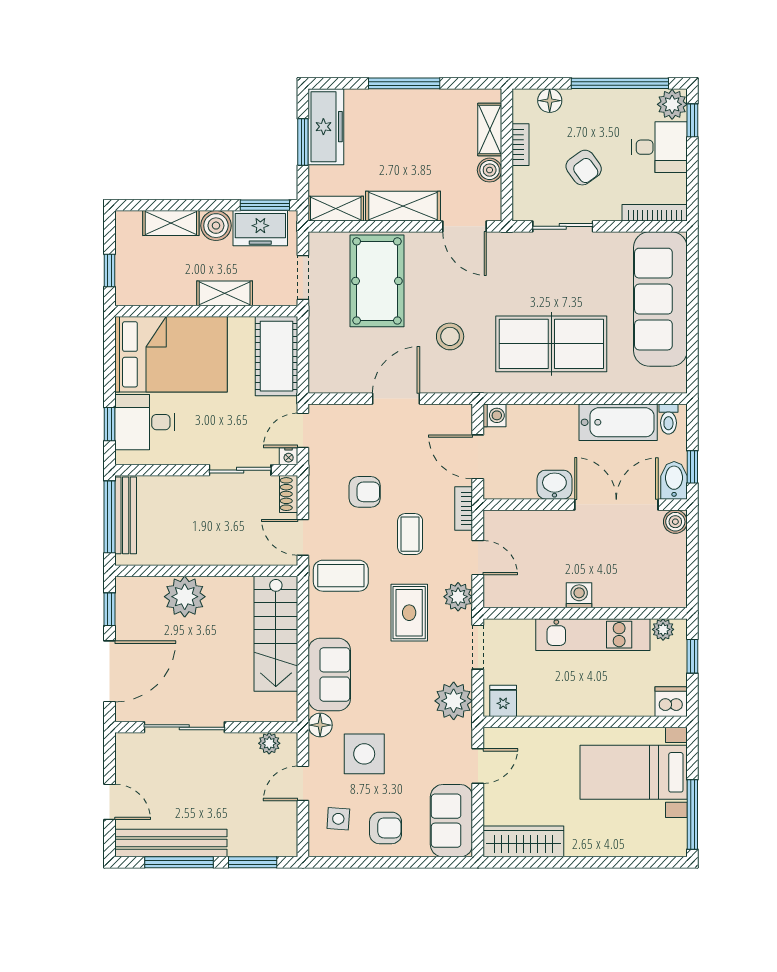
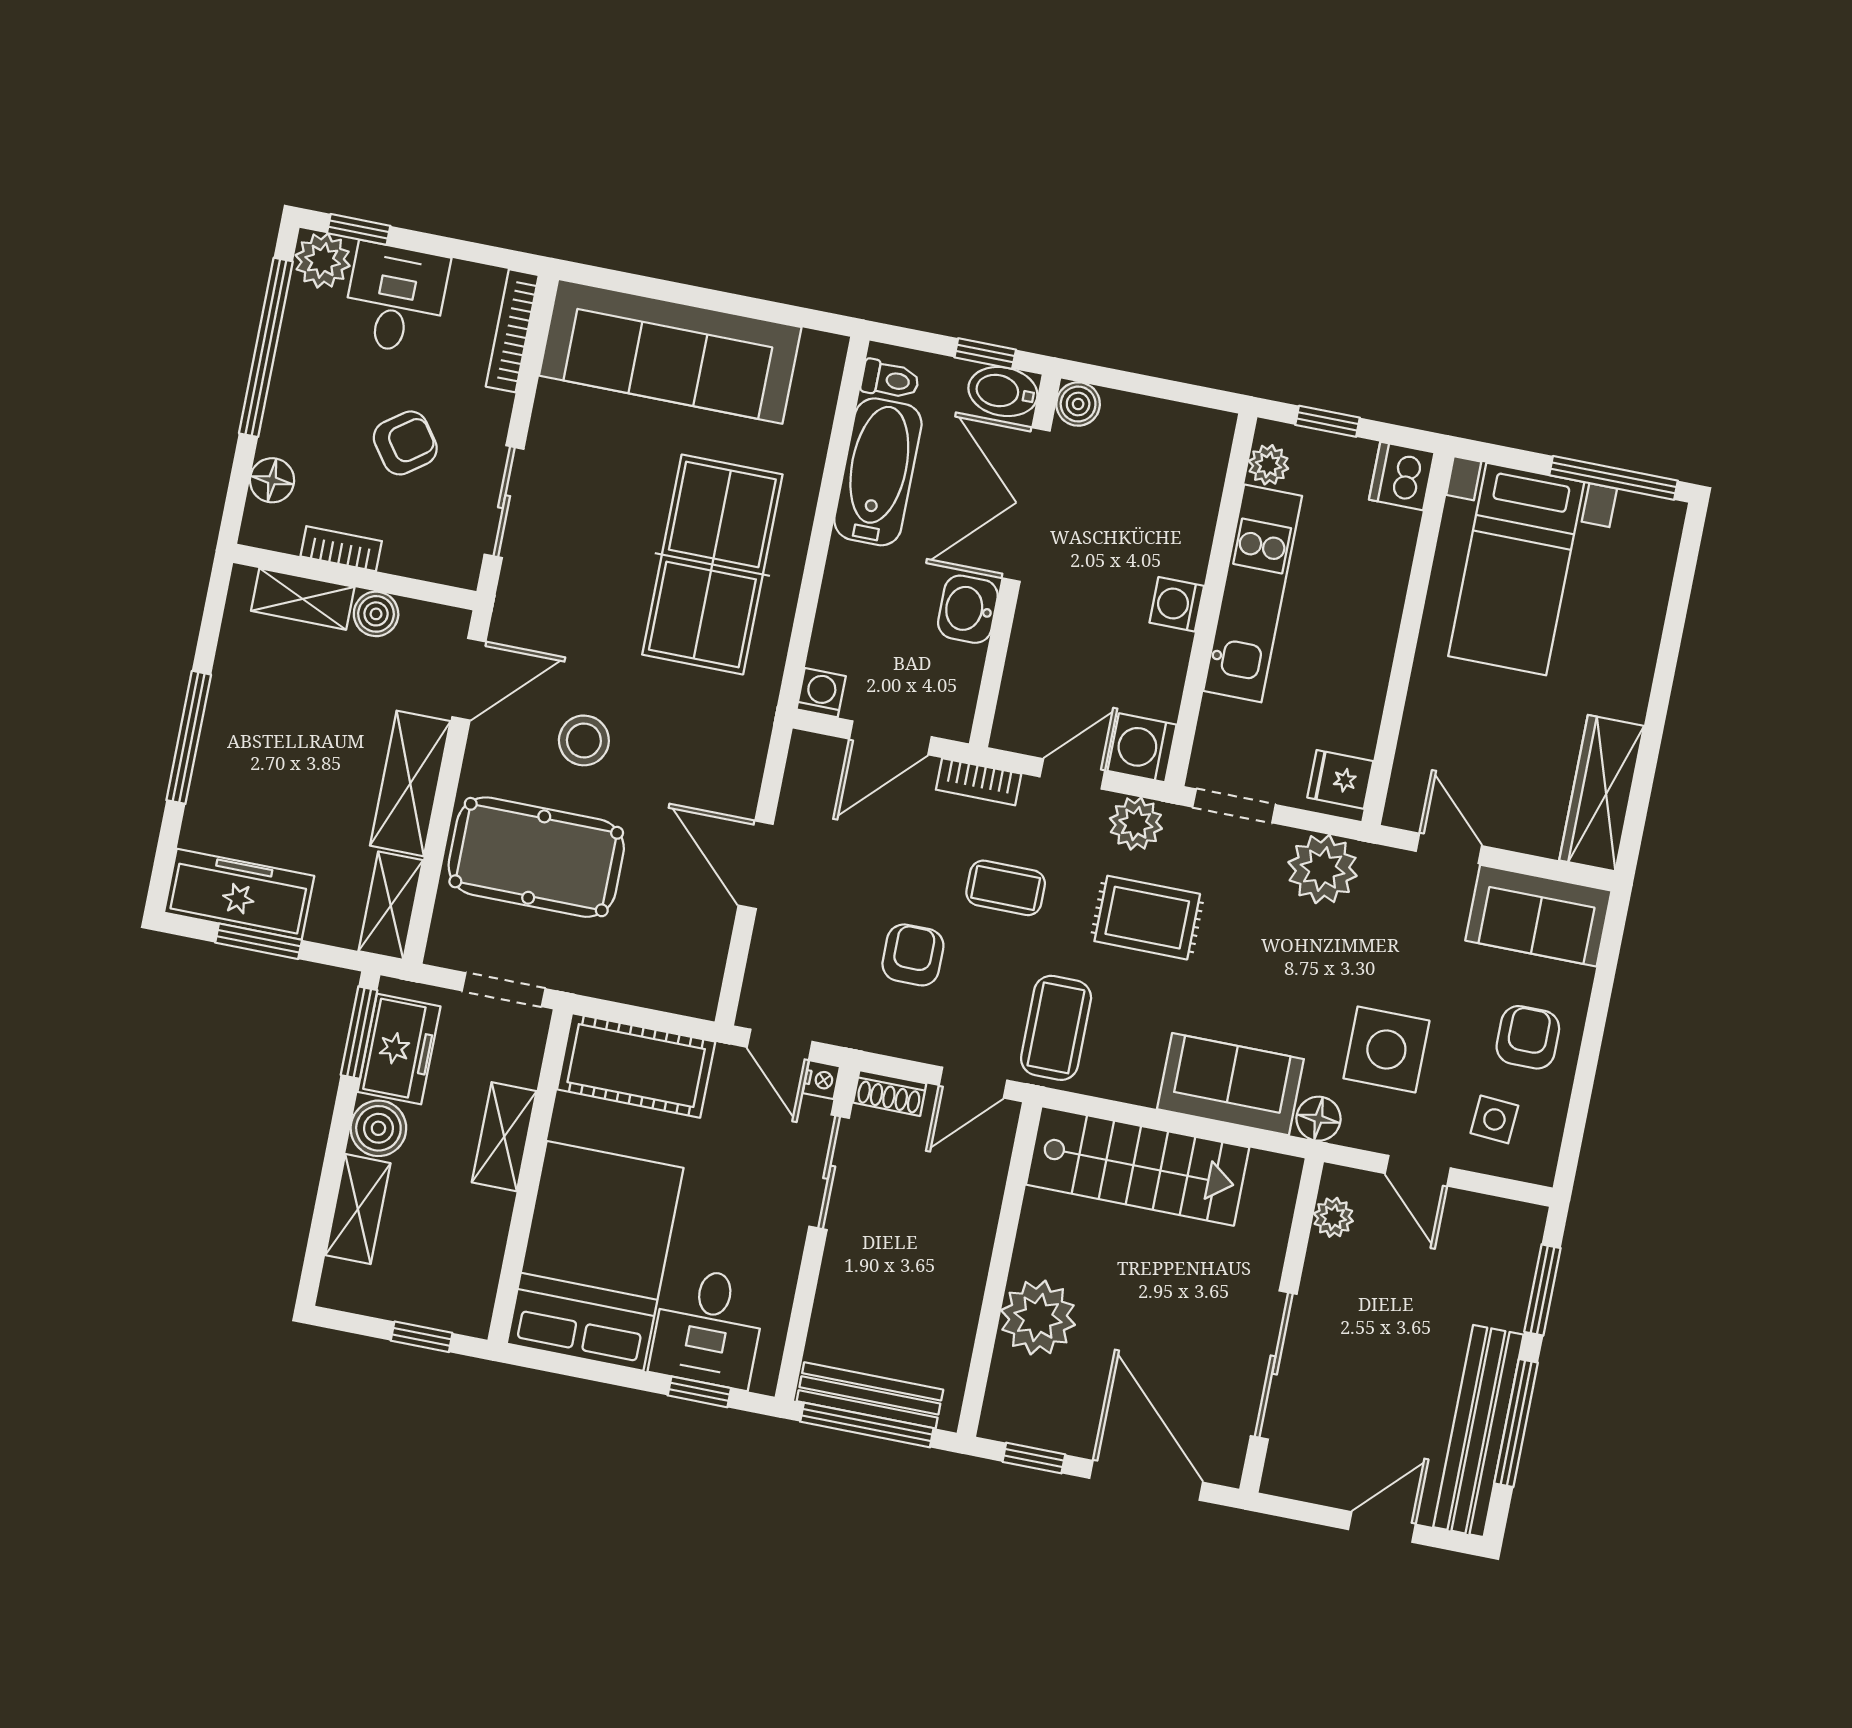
stool: (450, 336) -> (584, 740), moved
washing machine: (499, 592) -> (1142, 748), added

